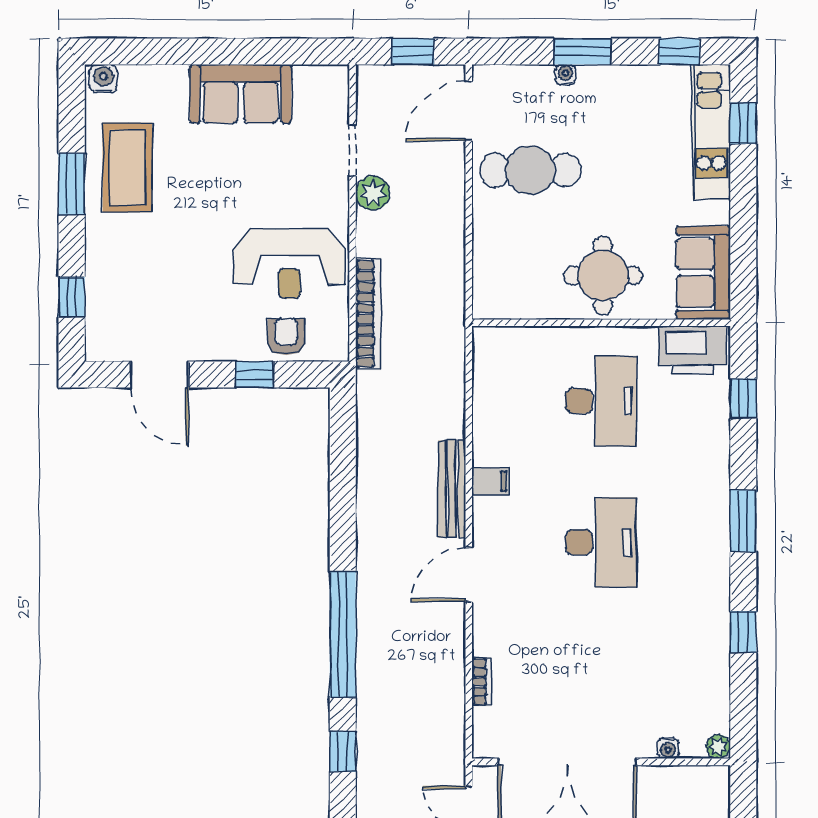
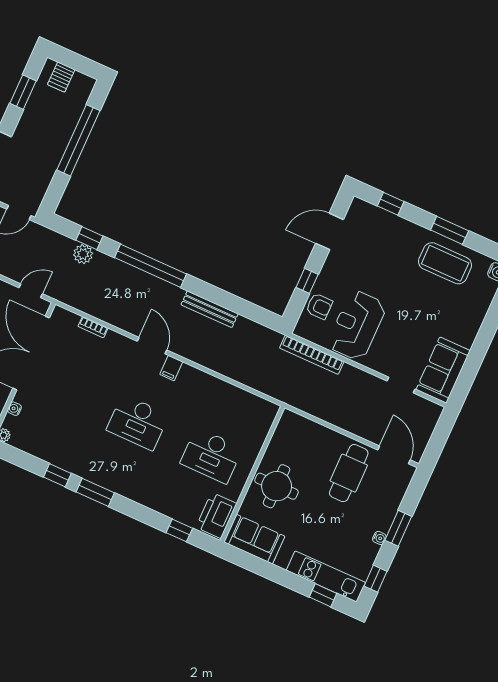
window: (413, 52) -> (438, 440), removed
water cooler: (565, 75) -> (379, 538), moved
sofa: (241, 94) -> (443, 370), moved
plant: (373, 193) -> (83, 254), moved
filing cabinet: (491, 481) -> (171, 368), moved
bench: (452, 489) -> (210, 309), moved
window: (743, 521) -> (95, 492), moved

